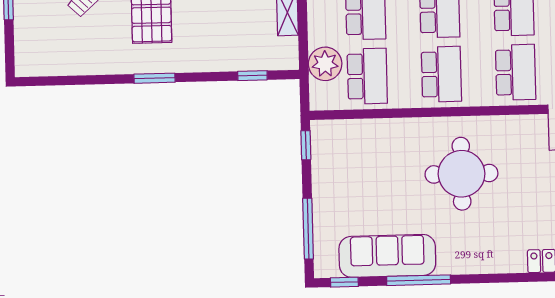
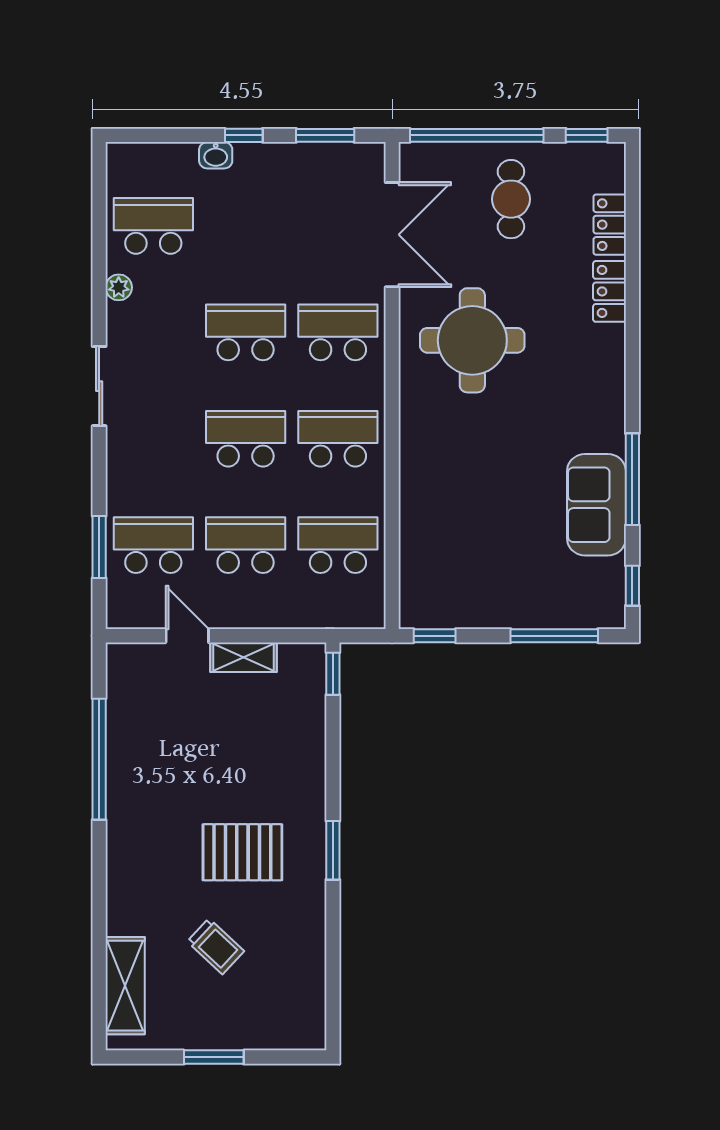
plant: (325, 64) -> (319, 605), removed
window: (252, 76) -> (333, 674), moved
round table: (461, 174) -> (472, 340), moved
sofa: (387, 256) -> (596, 505), width x0.73

